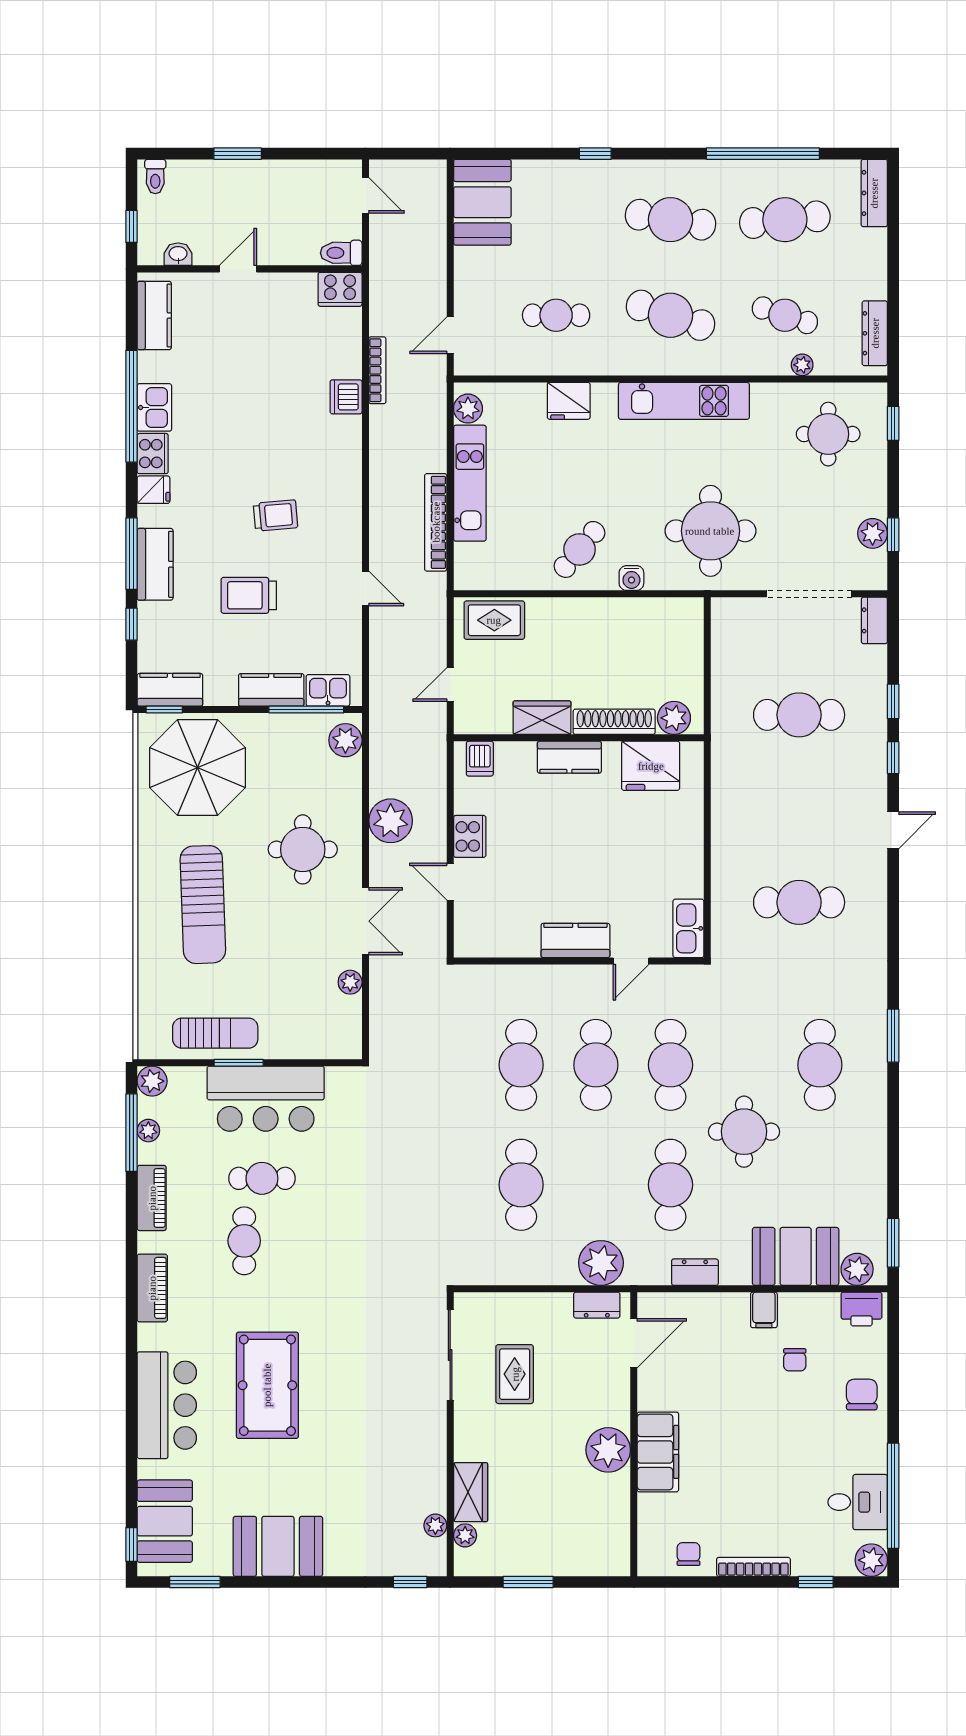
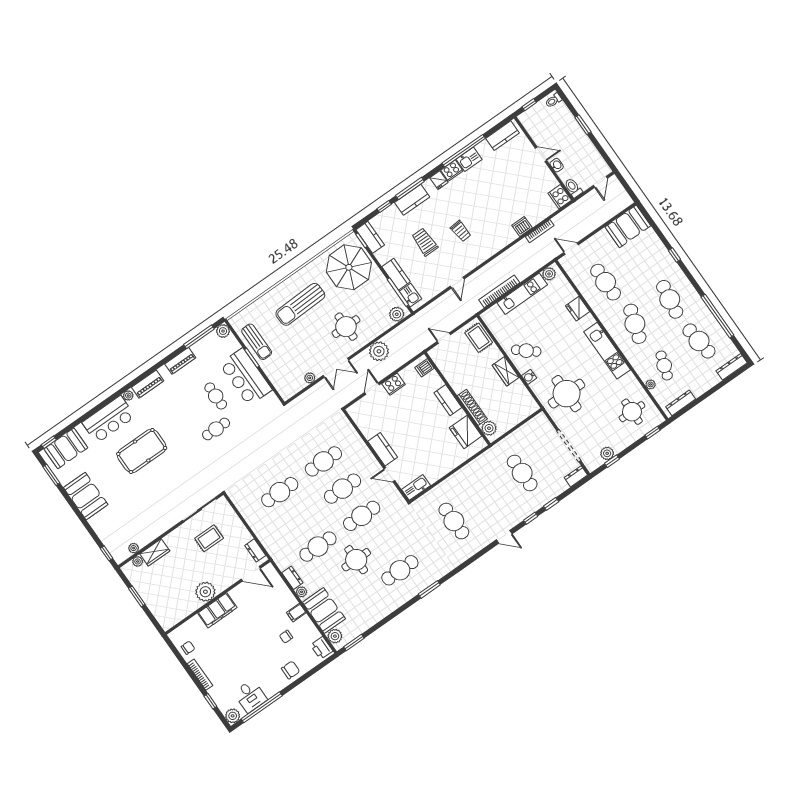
washbasin: (178, 254) -> (557, 165), moved
cafe table: (556, 315) -> (606, 282), width x1.37, depth x1.35
wardrobe: (542, 718) -> (506, 371), moved, turned 180
plant: (148, 1131) -> (128, 396), moved
cafe table: (244, 1241) -> (216, 429), moved
plant: (601, 1263) -> (302, 592), moved, width x0.53, depth x0.53

